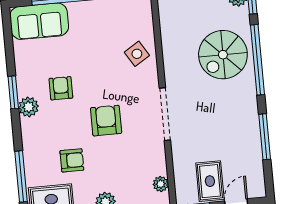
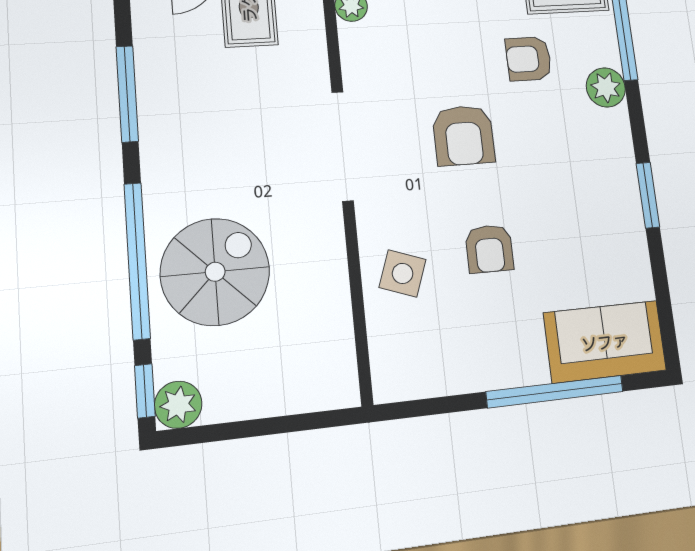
side table: (137, 54) -> (403, 273), turned -38
armchair: (61, 88) -> (489, 249), moved
plant: (29, 107) -> (606, 87), moved

